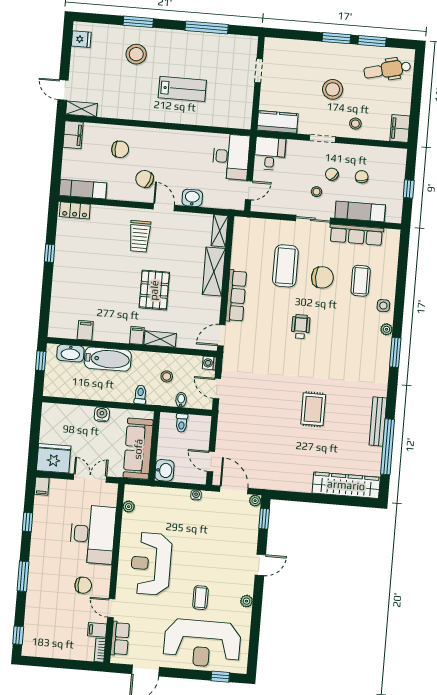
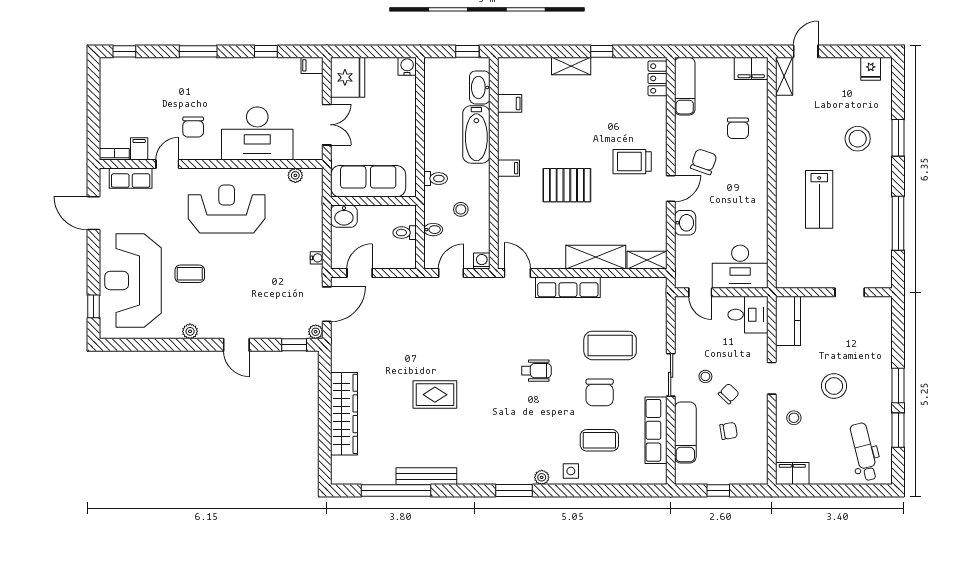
shelving: (160, 339) -> (571, 66), moved, turned 90
water cooler: (102, 414) -> (407, 66), moved, turned -90
wardrobe: (346, 485) -> (344, 414), moved

